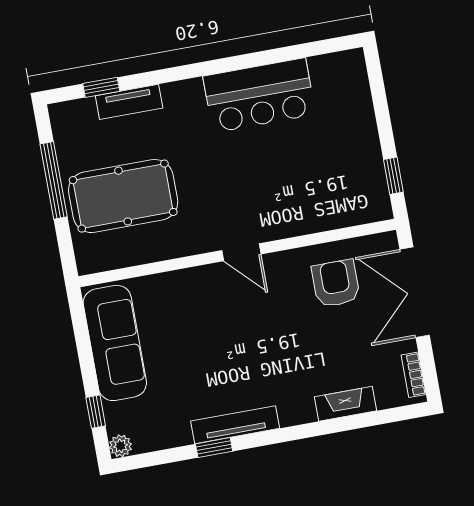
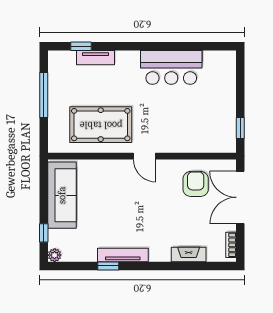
pool table: (123, 196) -> (101, 125), moved

